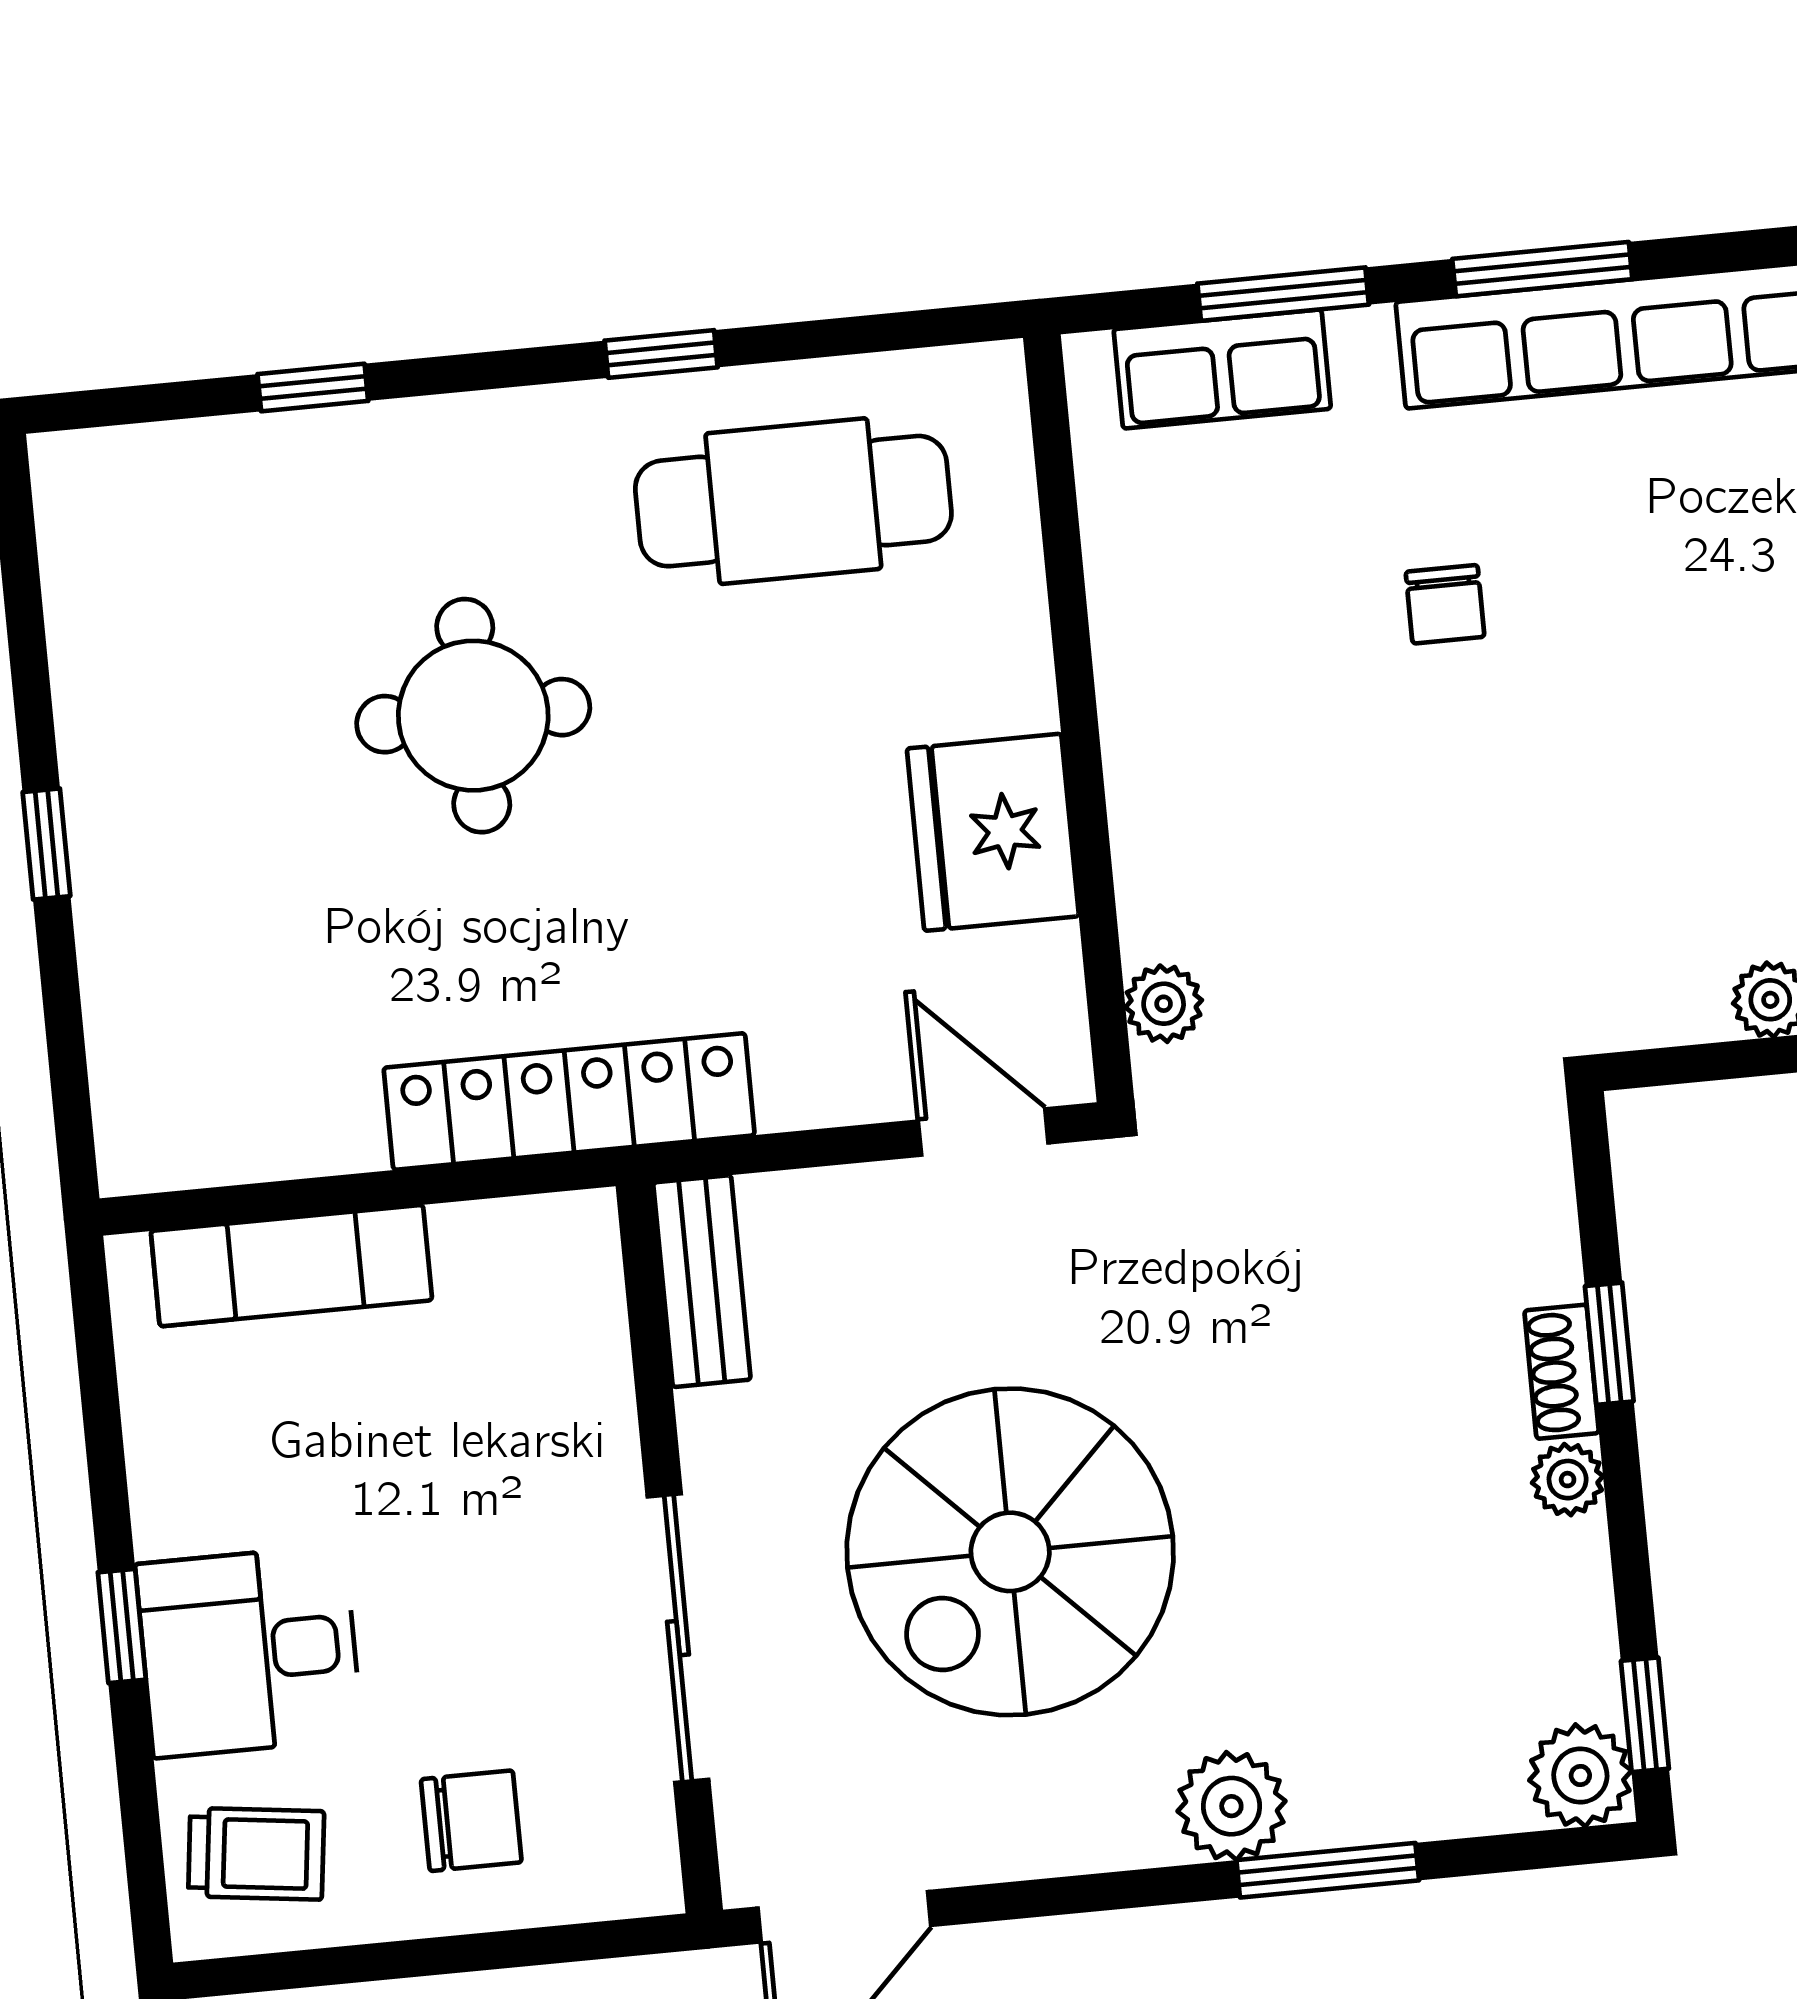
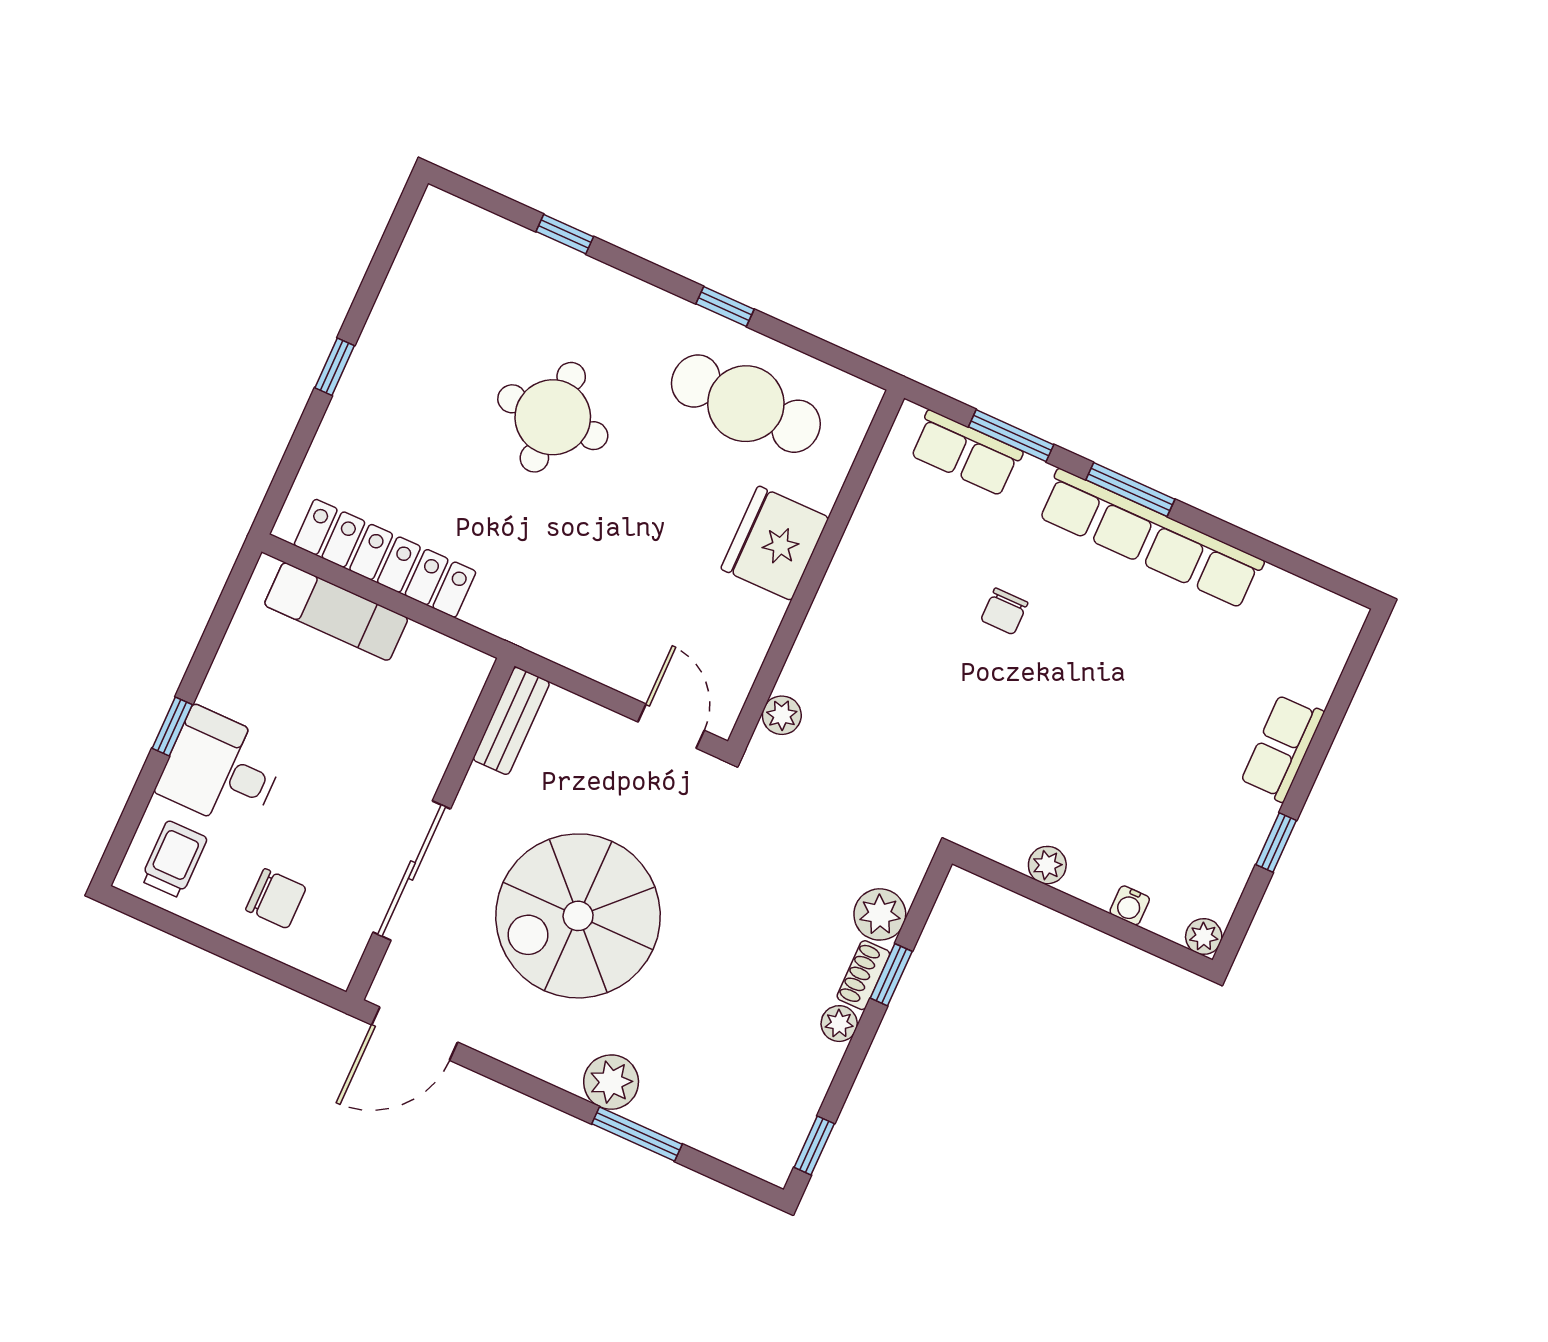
fridge: (993, 832) -> (775, 543), moved
locker: (569, 1101) -> (385, 558), moved
plant: (1580, 1775) -> (880, 914), moved
trolley: (256, 1854) -> (174, 859), turned -97

